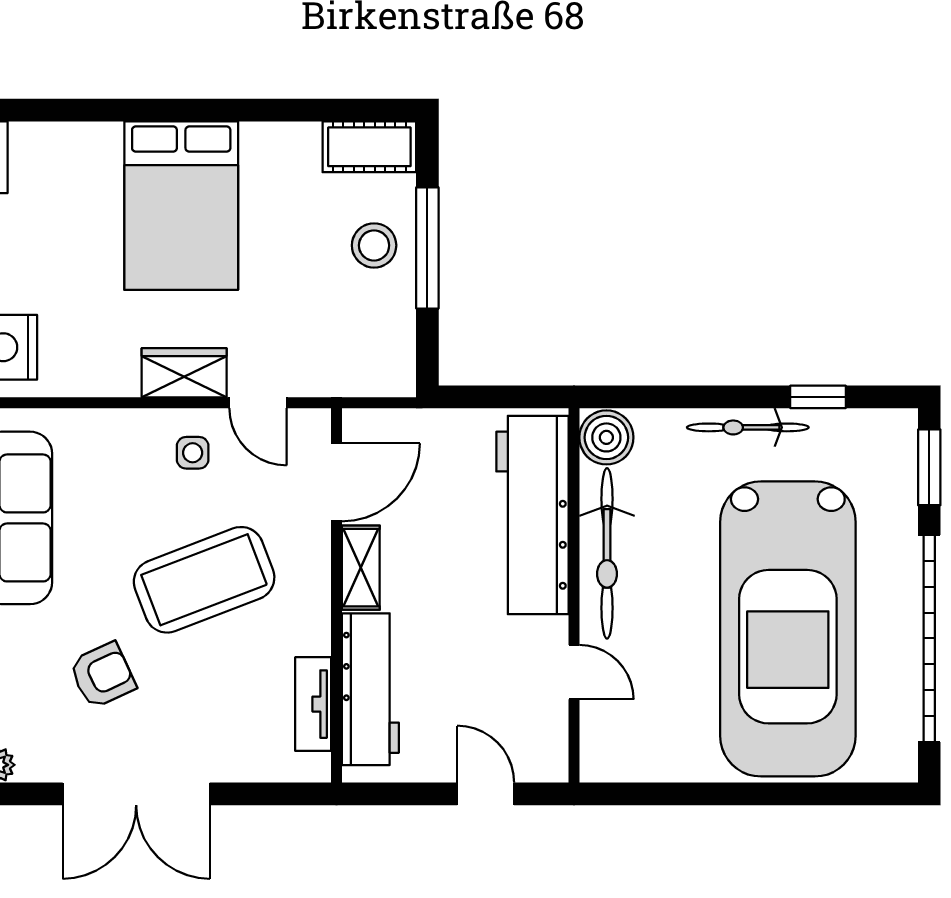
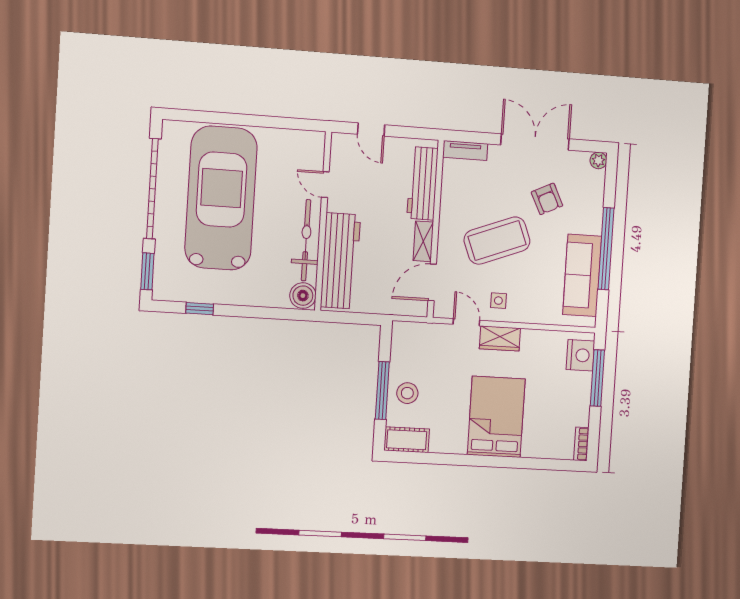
bicycle: (748, 427) -> (235, 296), removed
armchair: (102, 675) -> (547, 199), turned -91
tv unit: (313, 704) -> (465, 150), moved, turned 90

